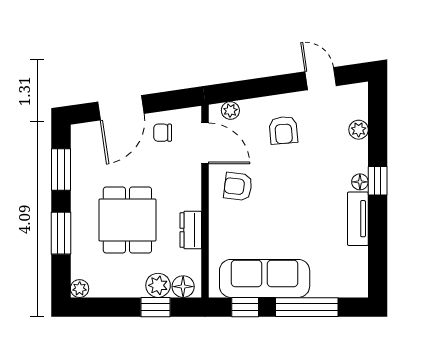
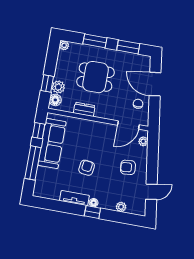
armchair: (238, 187) -> (87, 168), moved

